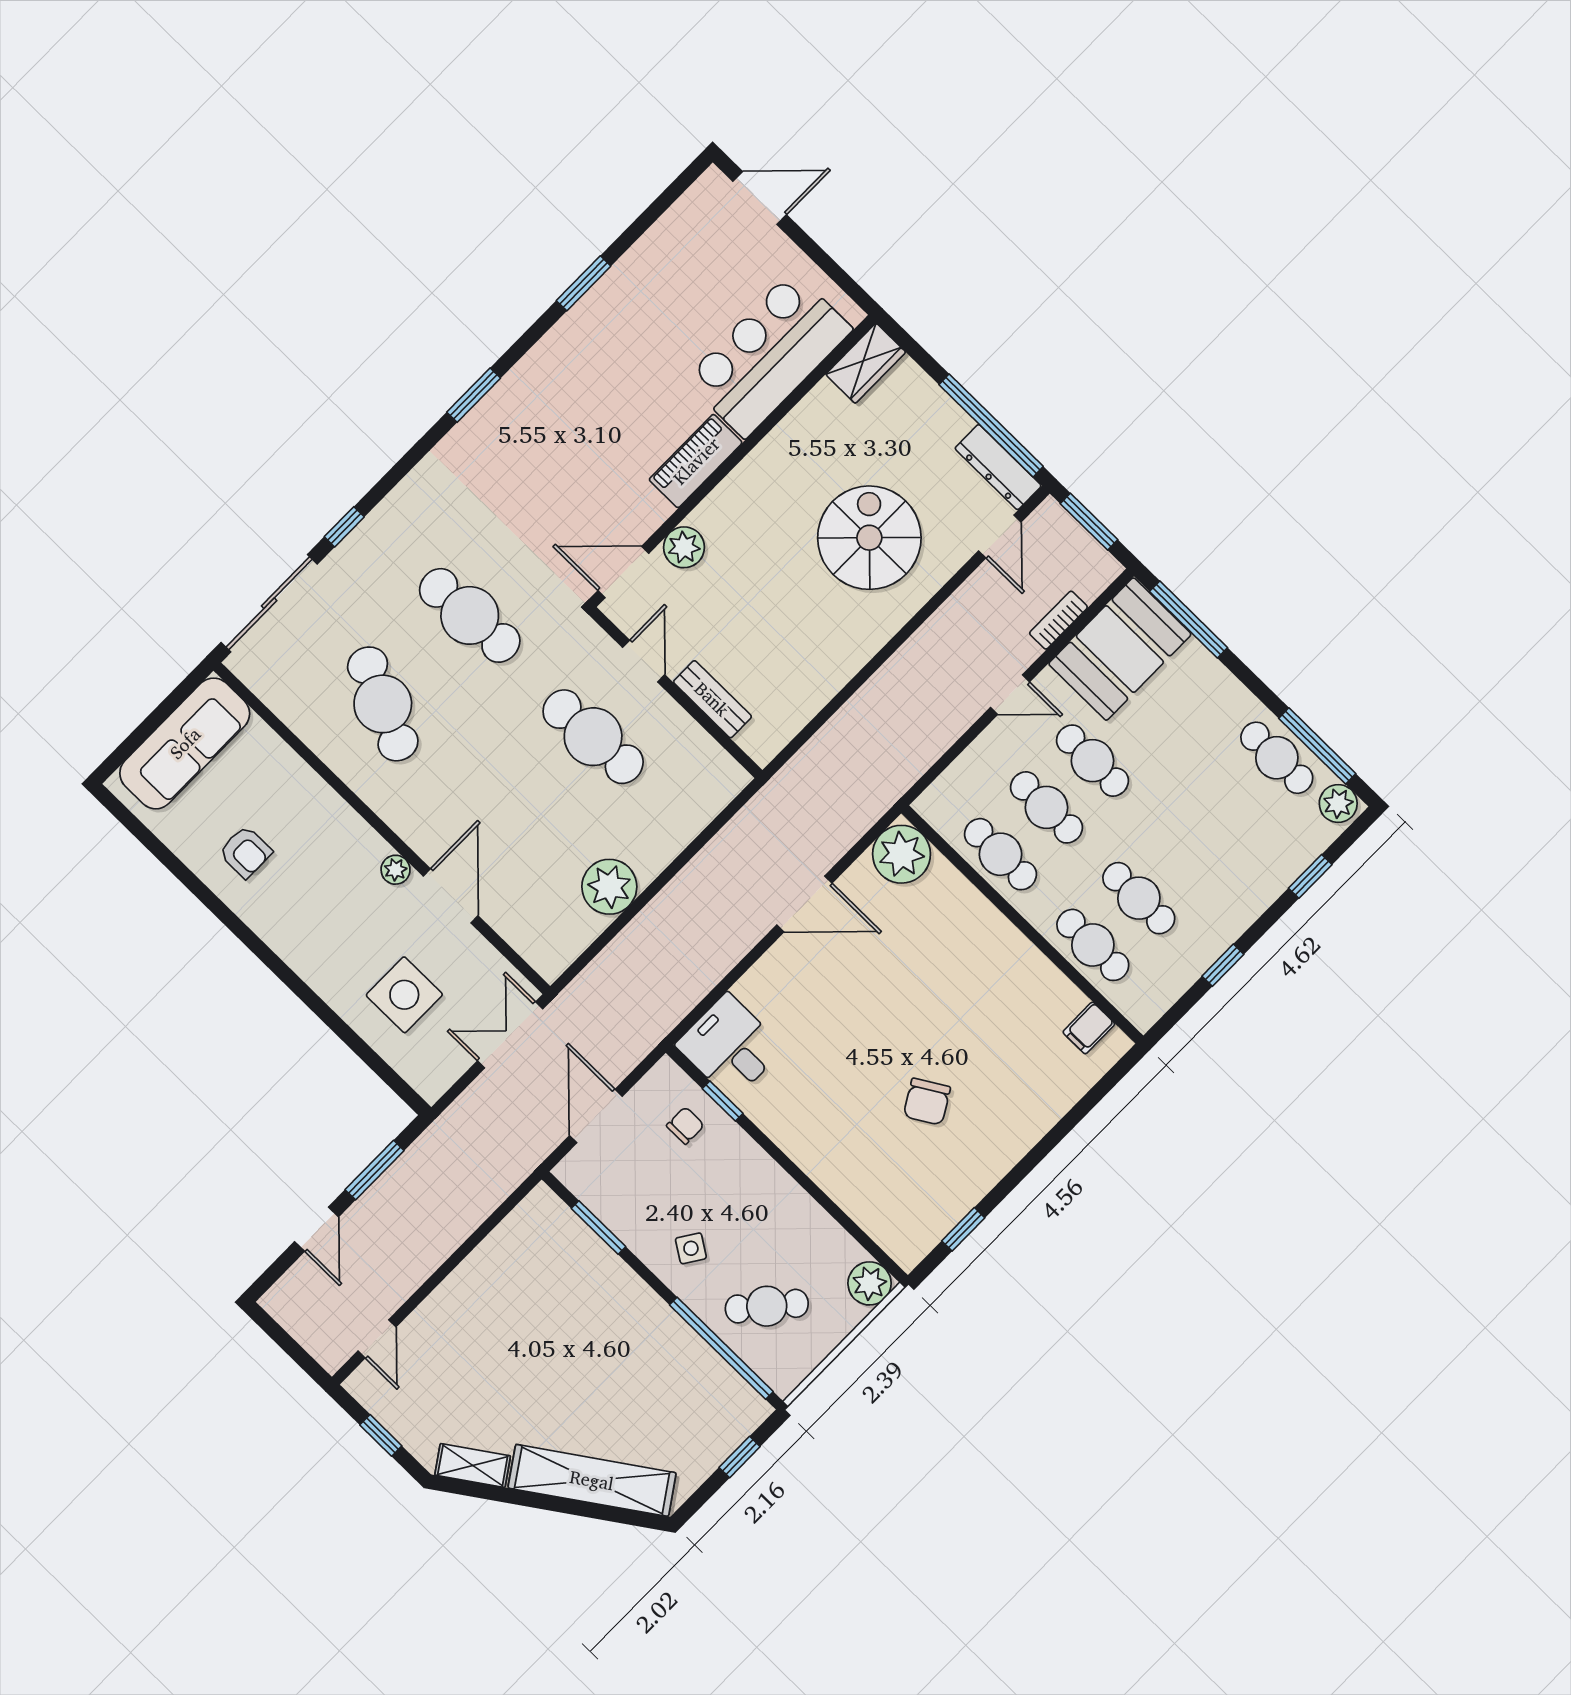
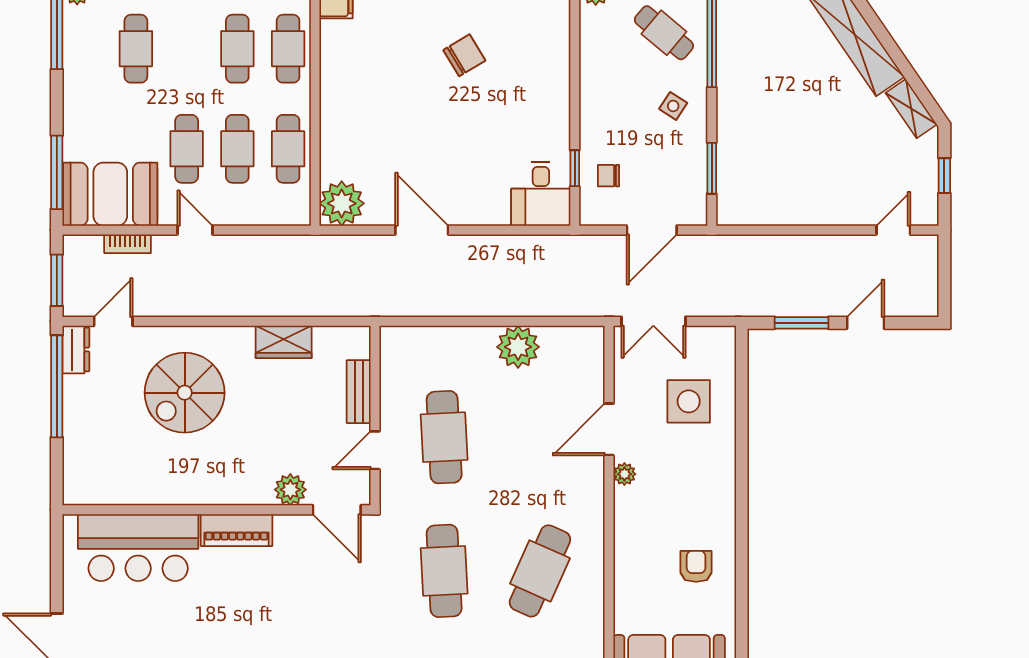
wardrobe: (866, 363) -> (284, 342), moved, turned 180
dresser: (998, 467) -> (76, 350), width x0.70
cafe table: (1277, 758) -> (136, 49), moved

